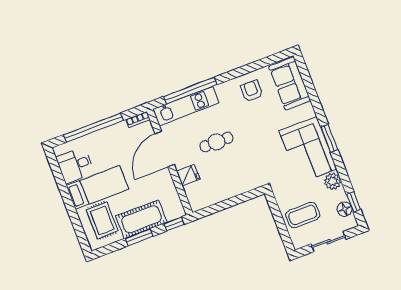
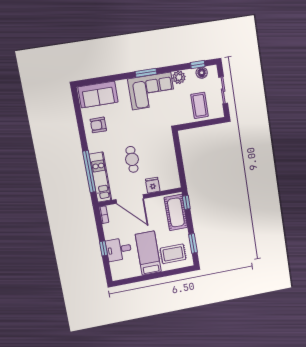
window: (94, 128) -> (103, 248), width x0.32
desk: (75, 165) -> (119, 249), moved, turned 90
cot: (142, 219) -> (176, 212), moved
window: (139, 237) -> (193, 243), moved

